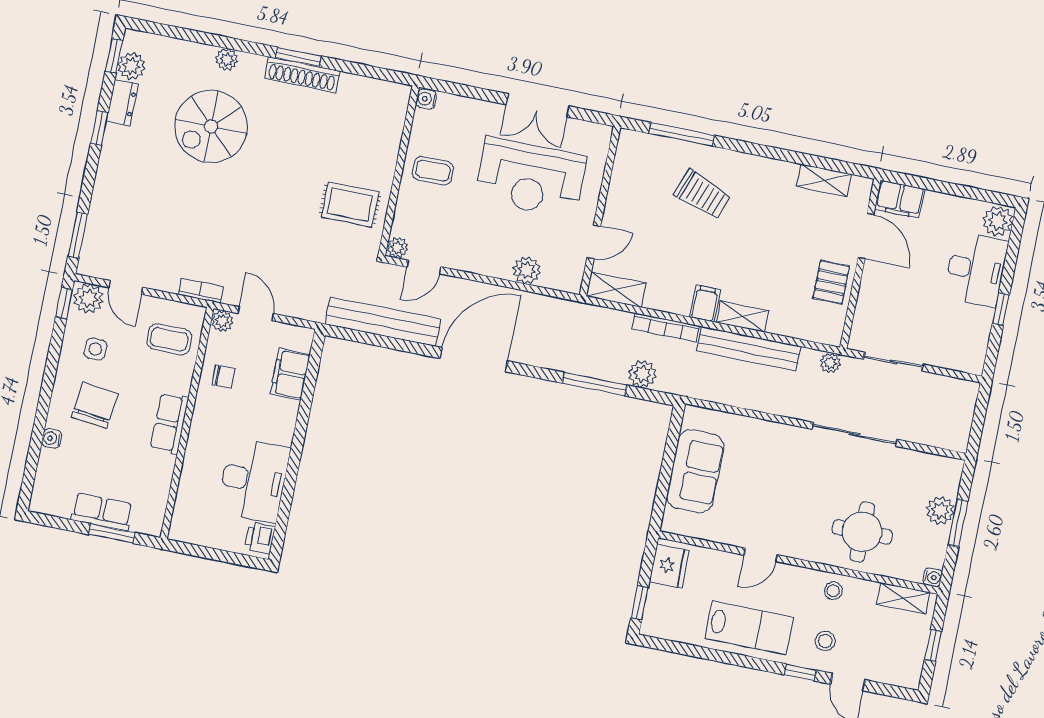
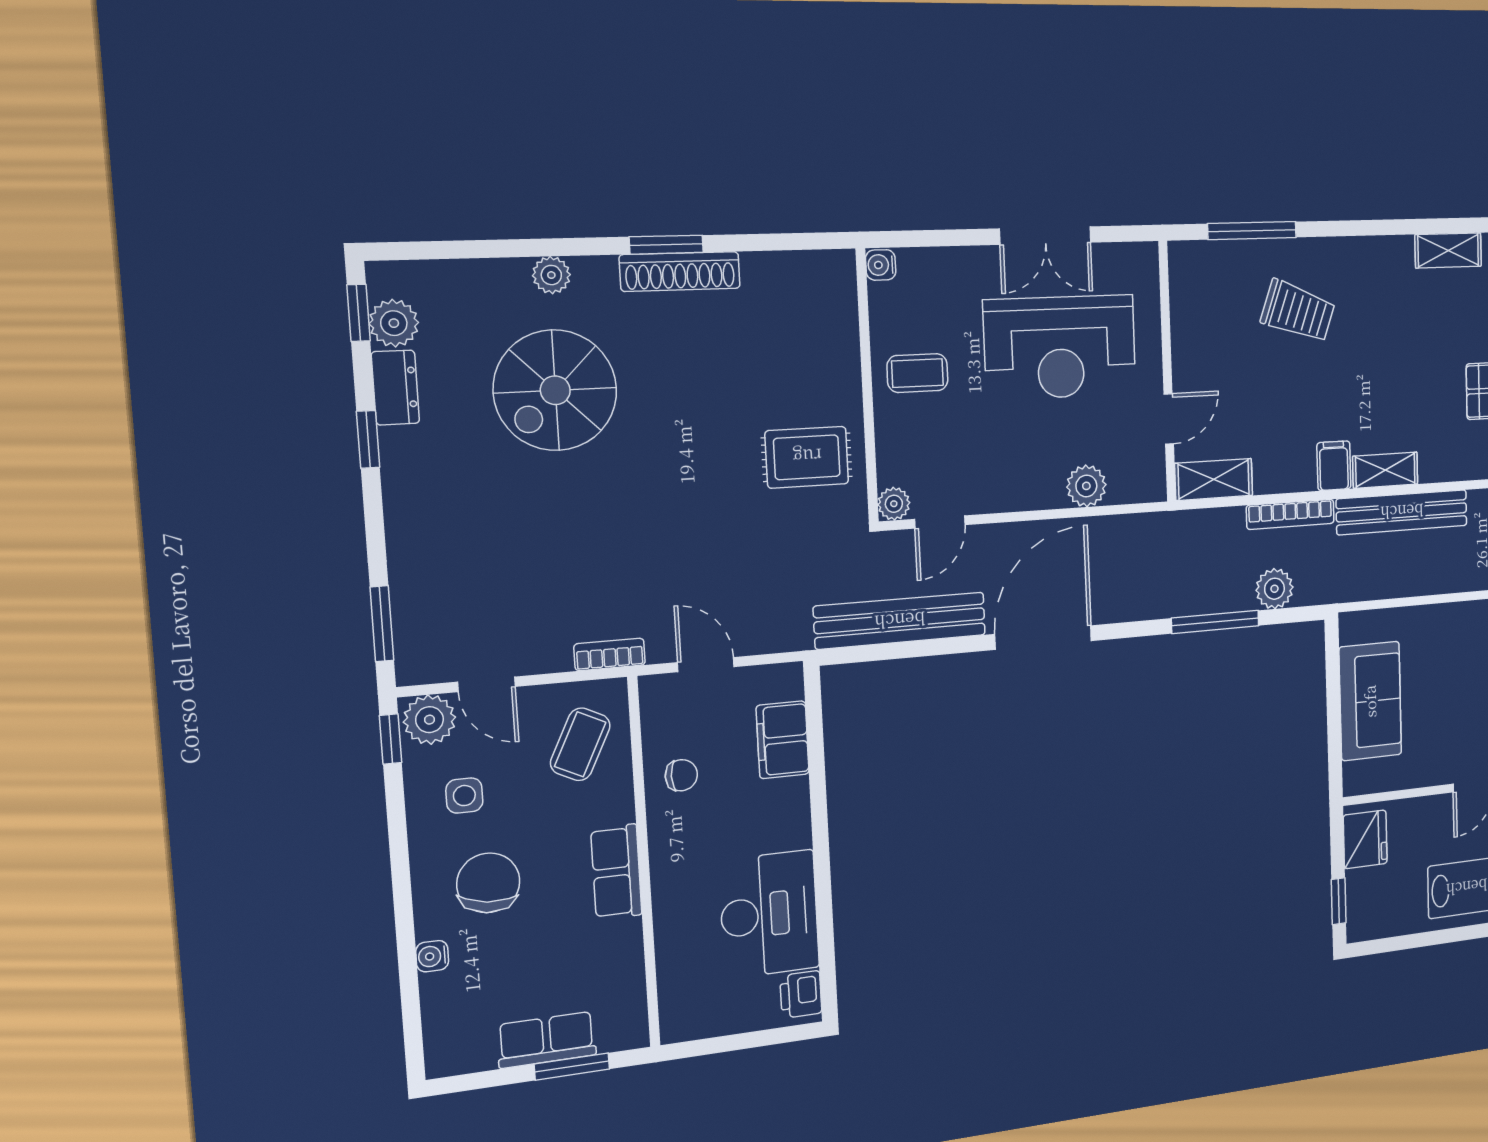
plant: (222, 321) -> (657, 691), removed
coffee table: (169, 339) -> (580, 744), turned -64

